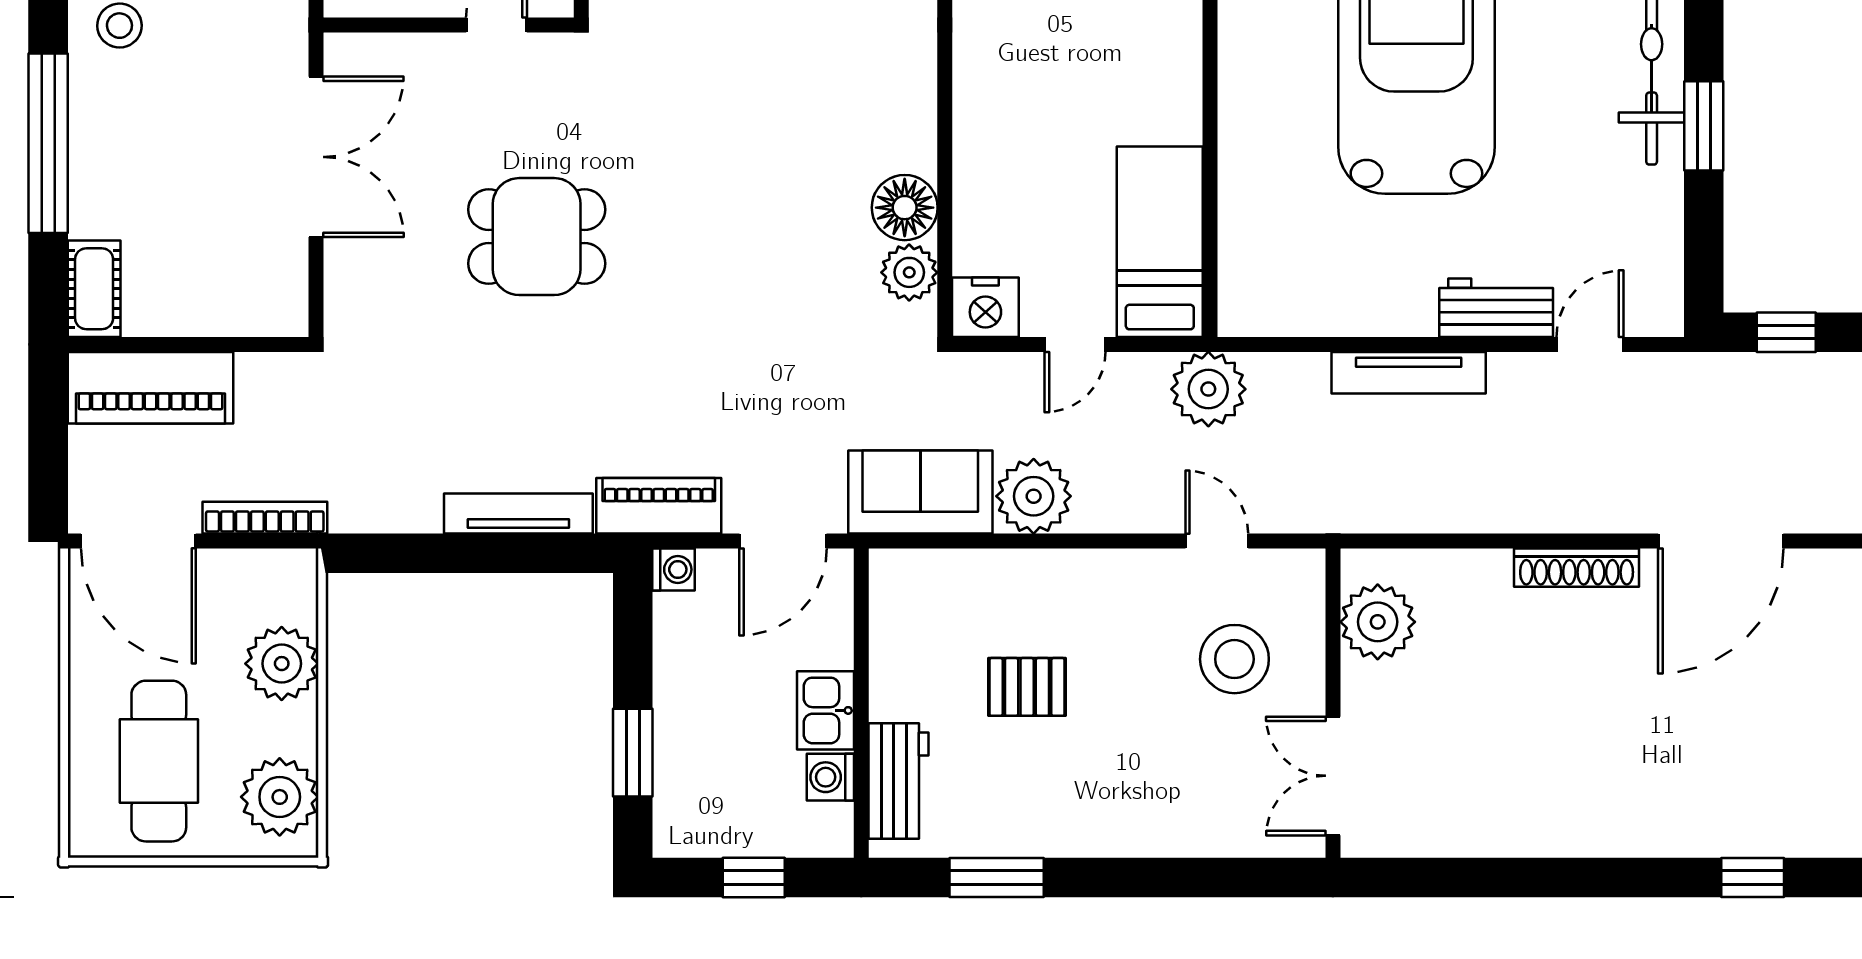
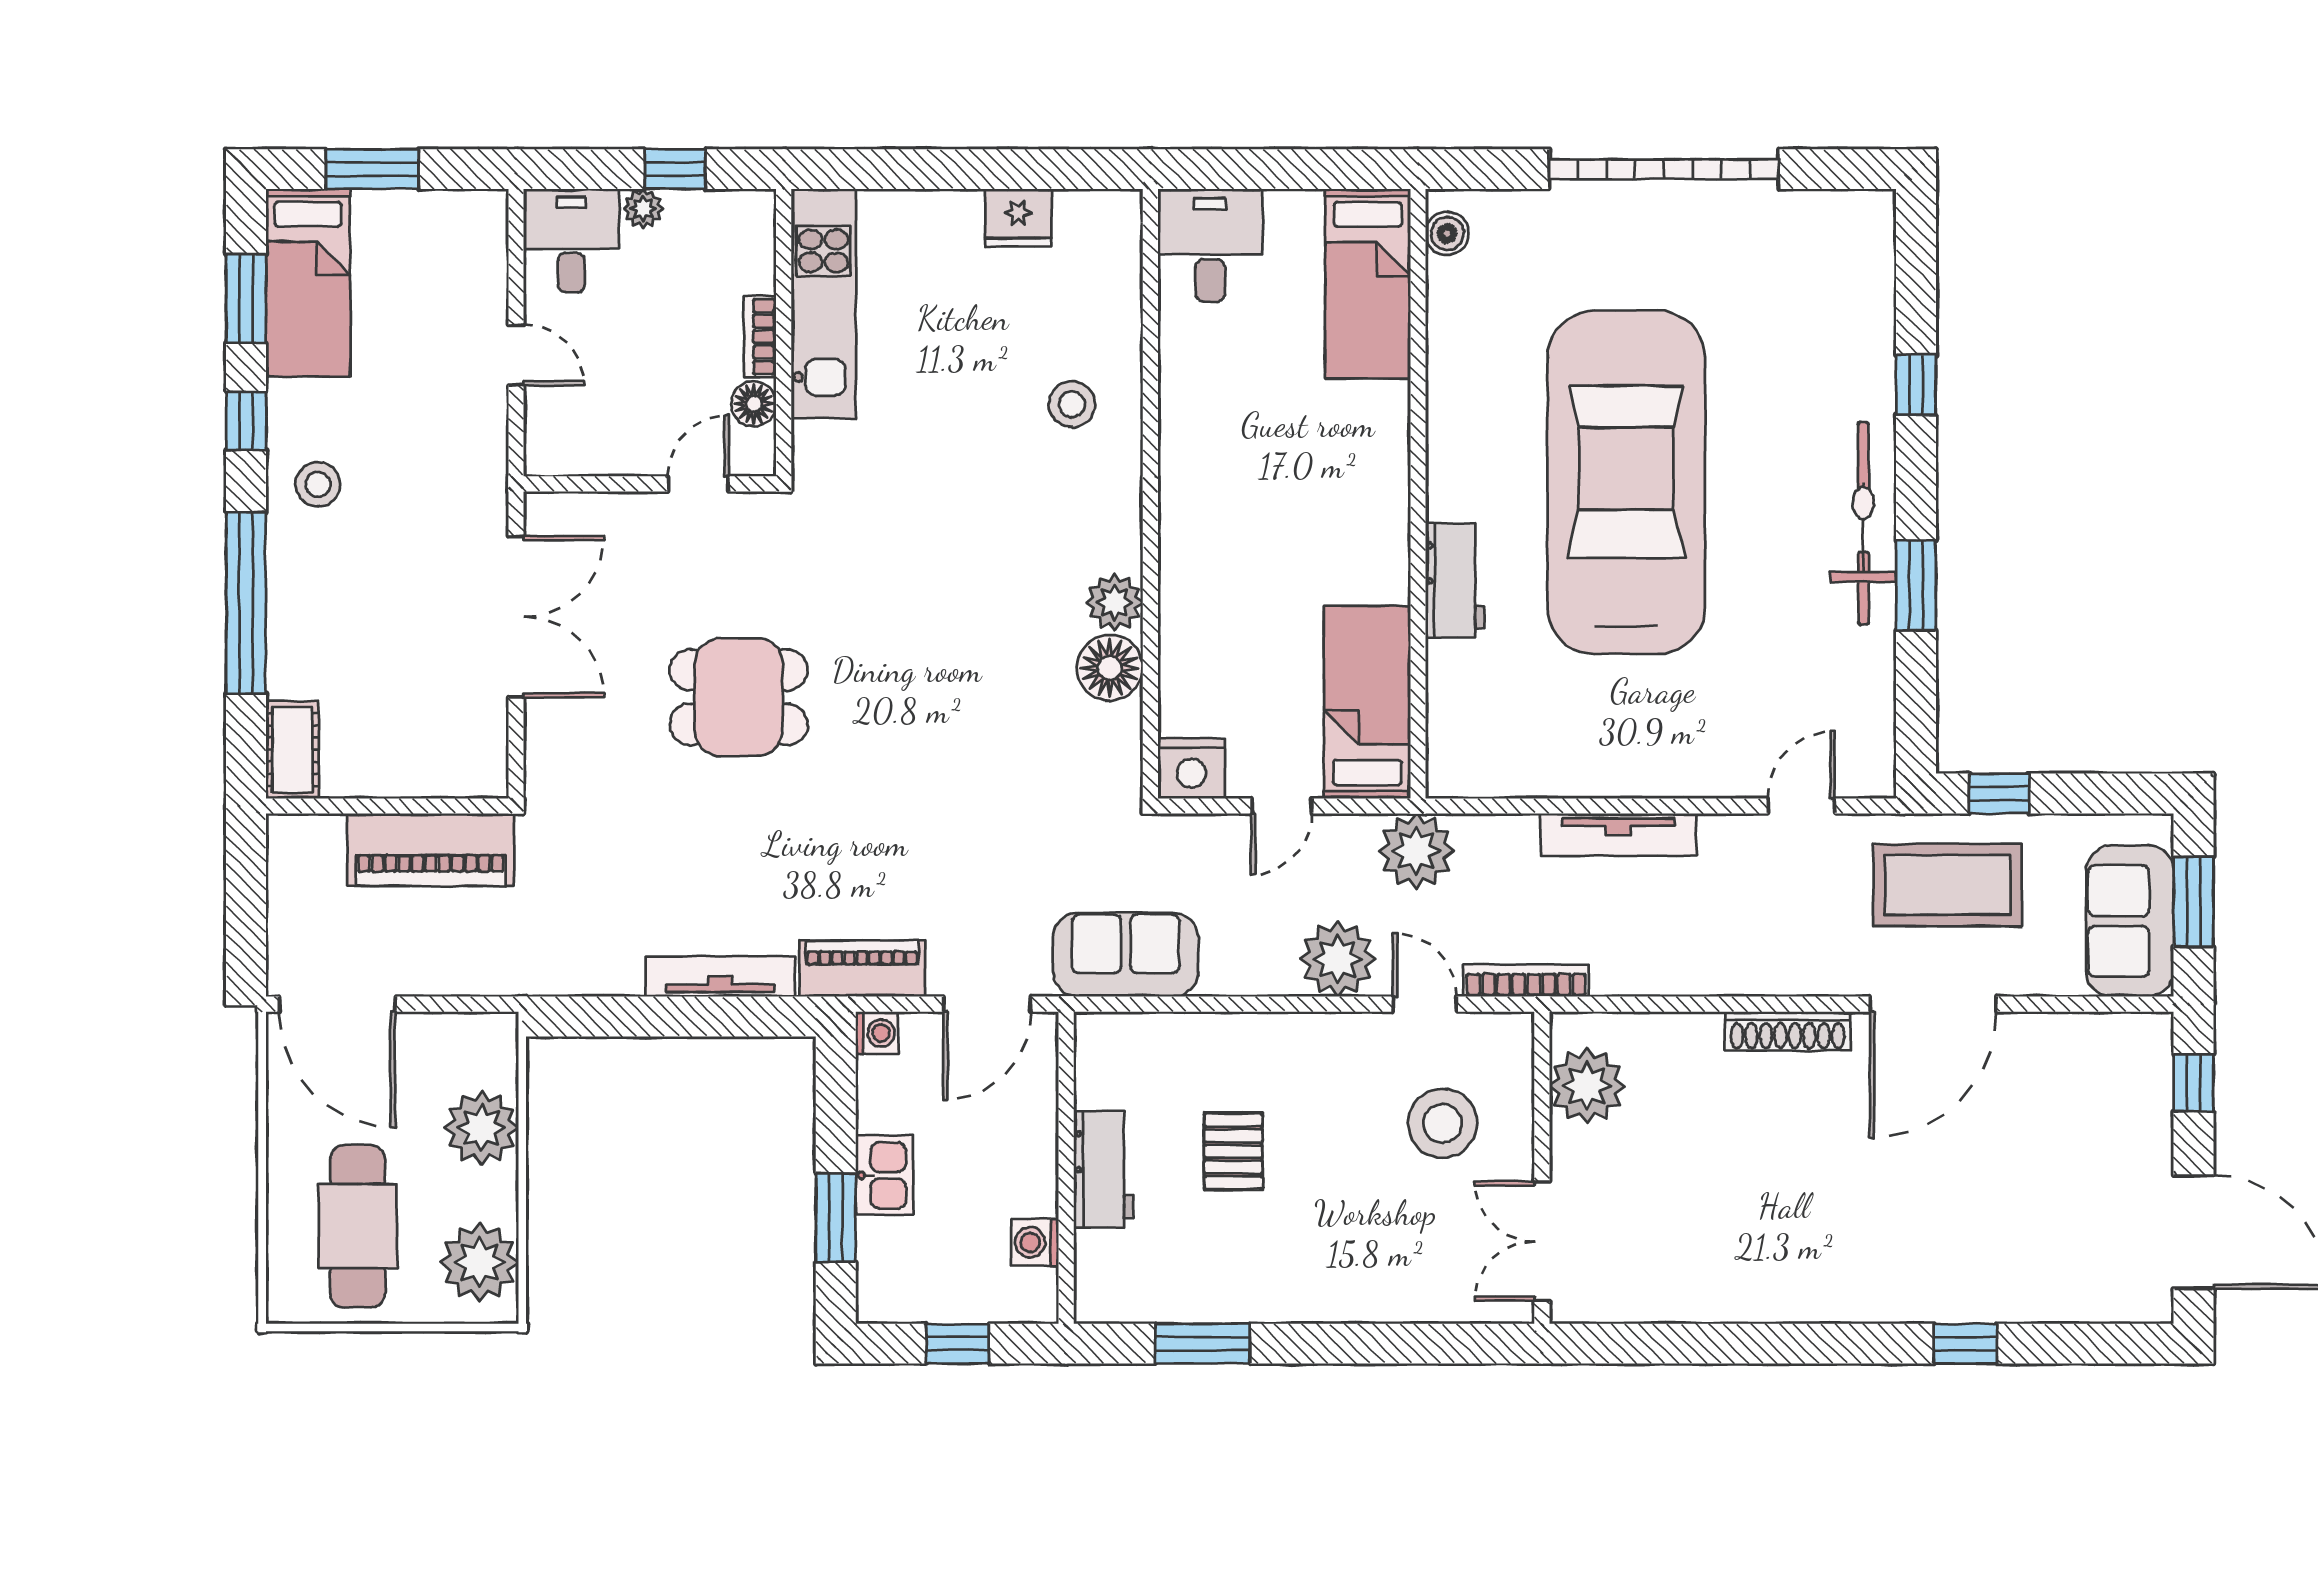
plant: (909, 272) -> (1115, 602), moved
workbench: (1496, 308) -> (1455, 580), moved, turned 90
piano: (150, 388) -> (431, 850), moved
coffee table: (1735, 423) -> (1948, 885), added
plant: (1034, 496) -> (1338, 959), moved
bookcase: (265, 518) -> (1526, 981), moved
pallet: (1027, 687) -> (1233, 1151), turned 90
kitchen sink: (825, 710) -> (884, 1175), moved, turned 180
workbench: (898, 781) -> (1104, 1169), moved

